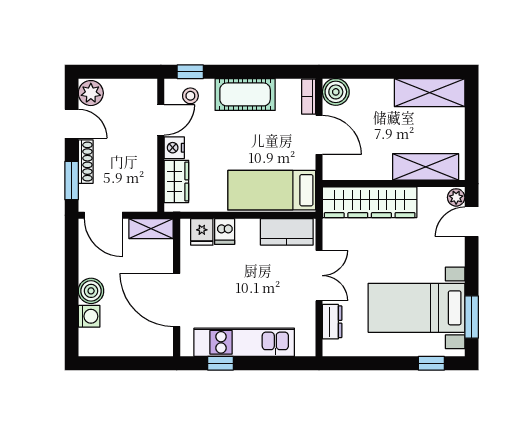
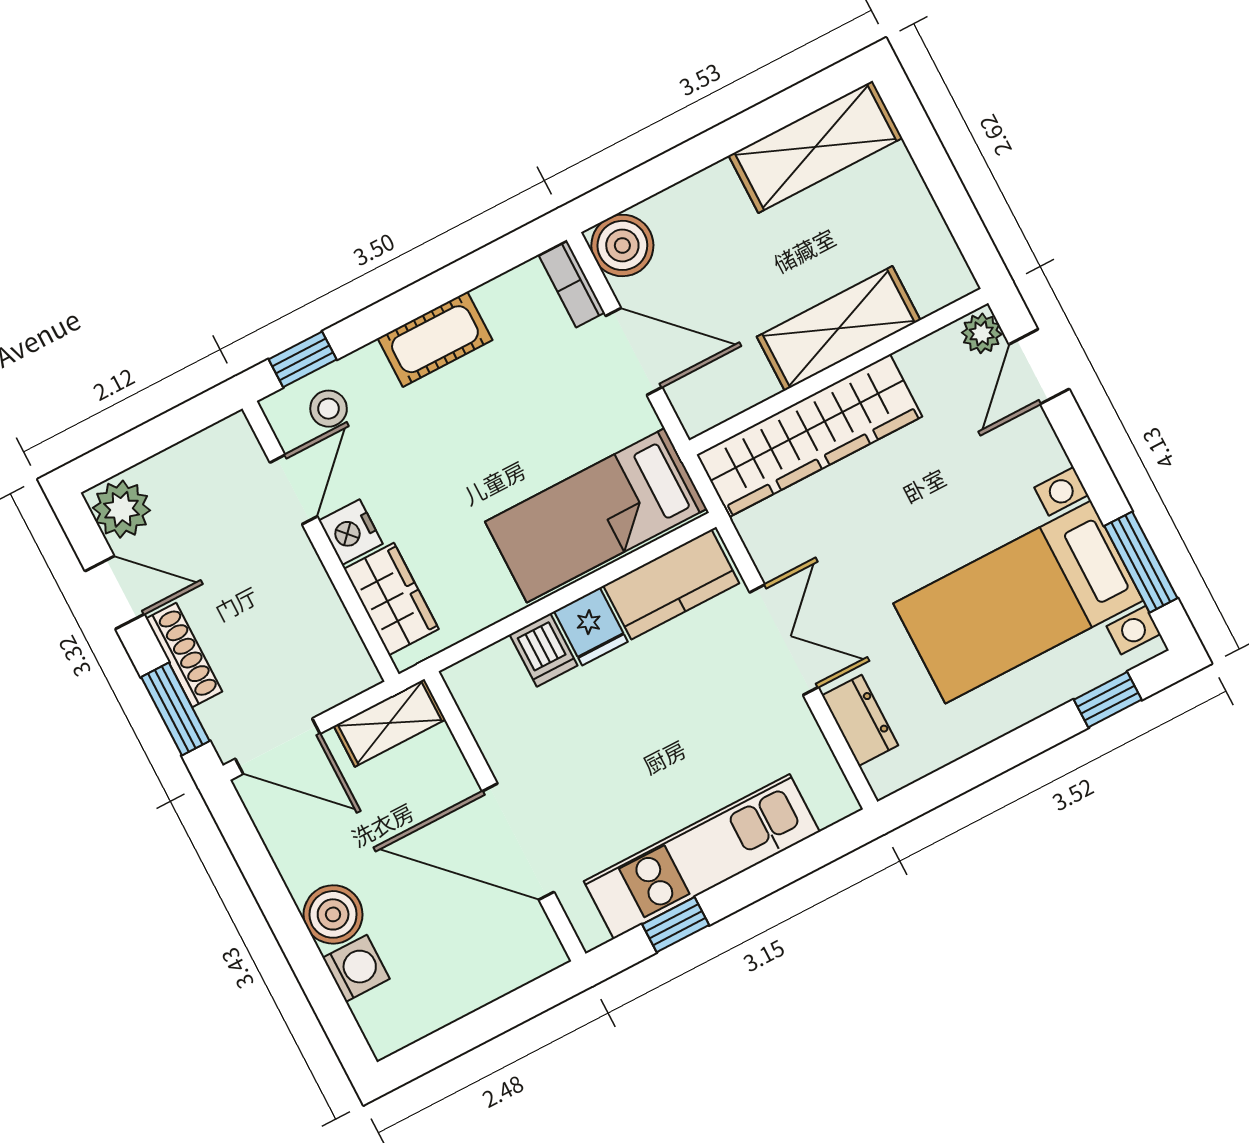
cot: (245, 94) -> (435, 339), width x0.73, depth x0.75
shelving: (426, 167) -> (839, 328), moved
fridge: (202, 232) -> (591, 627), moved

